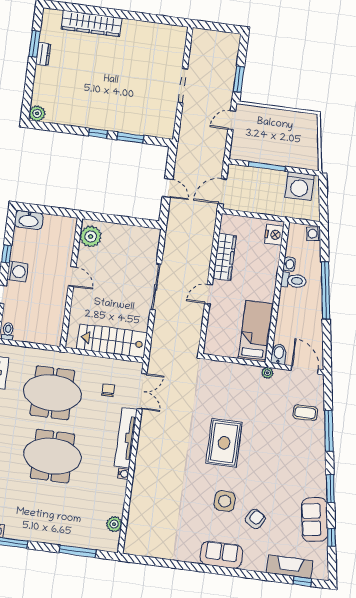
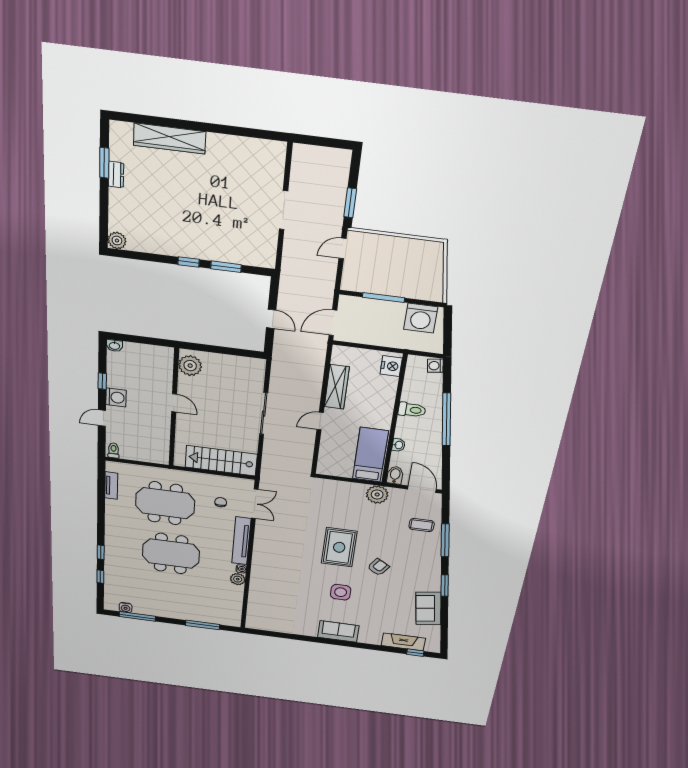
washbasin: (29, 220) -> (114, 346), width x0.52, depth x0.69
washbasin: (289, 264) -> (399, 445), moved
plant: (267, 373) -> (377, 495), width x1.88, depth x1.88
armchair: (255, 519) -> (378, 567), moved
plant: (114, 524) -> (238, 579), moved
window: (331, 537) -> (444, 622), removed

